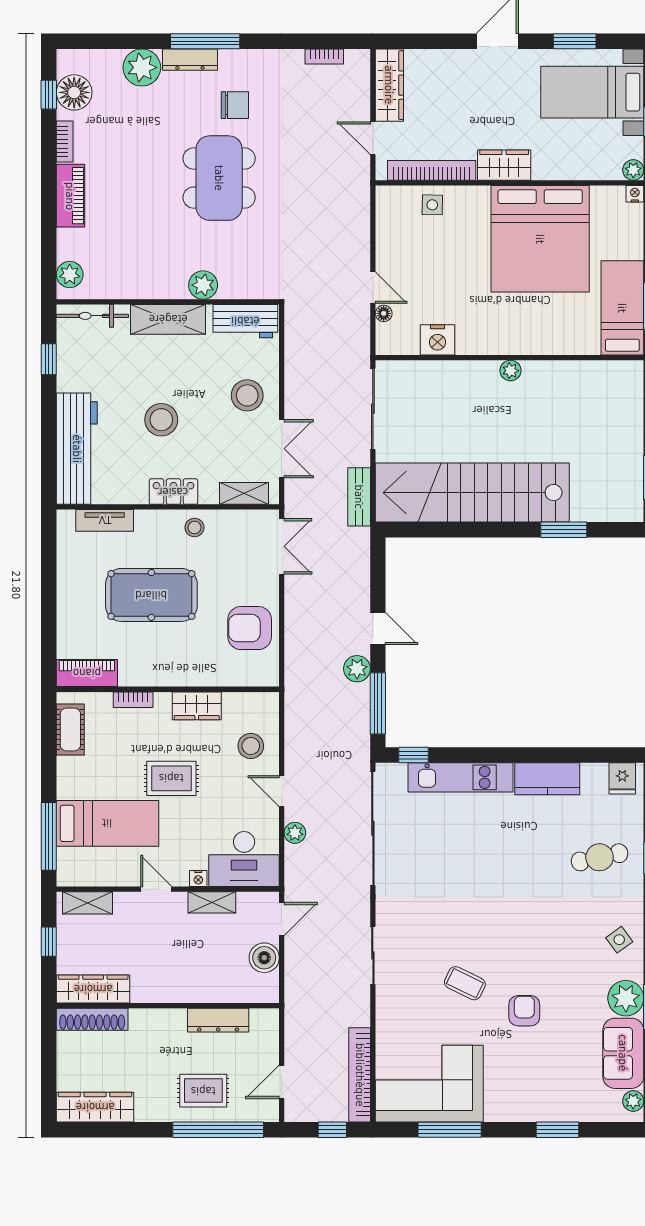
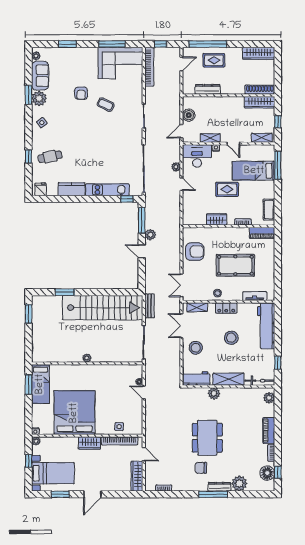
nightstand: (438, 340) -> (117, 371), removed
stool: (251, 746) -> (194, 203), removed

